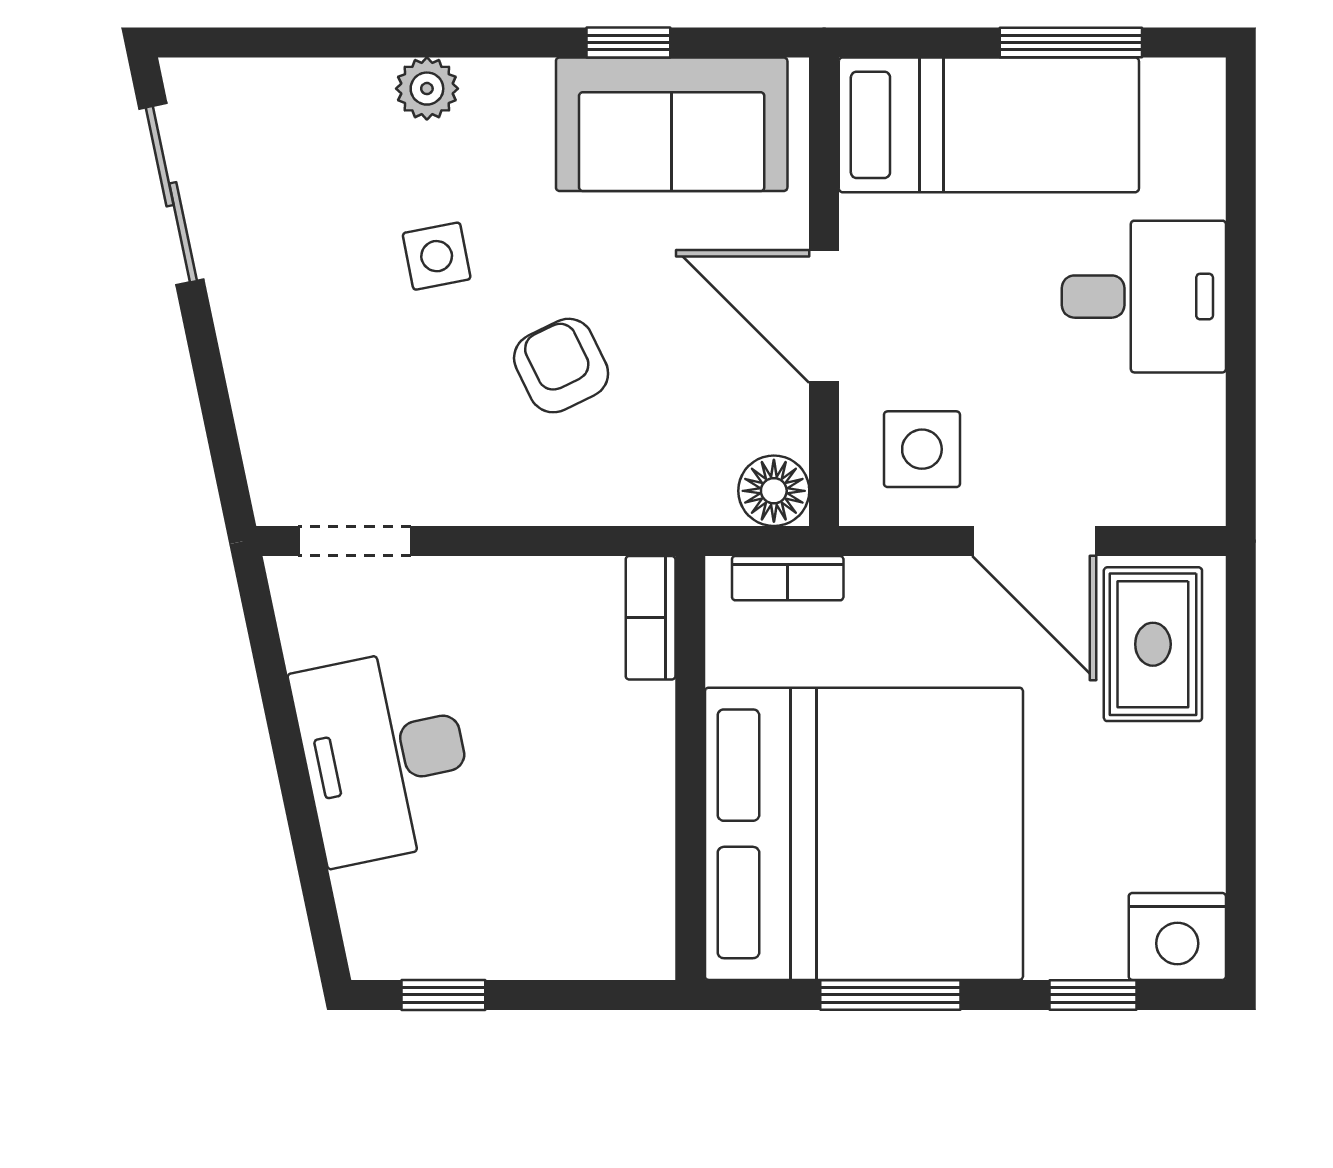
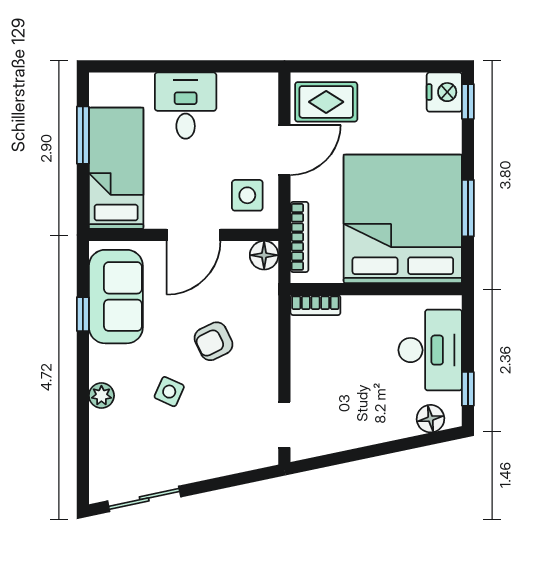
side table: (437, 256) -> (169, 392), turned 35
bookcase: (788, 578) -> (299, 237), width x1.56
desk: (385, 756) -> (430, 350), moved, turned -78
floor lamp: (370, 902) -> (430, 419), added
window: (1093, 995) -> (468, 102), moved

